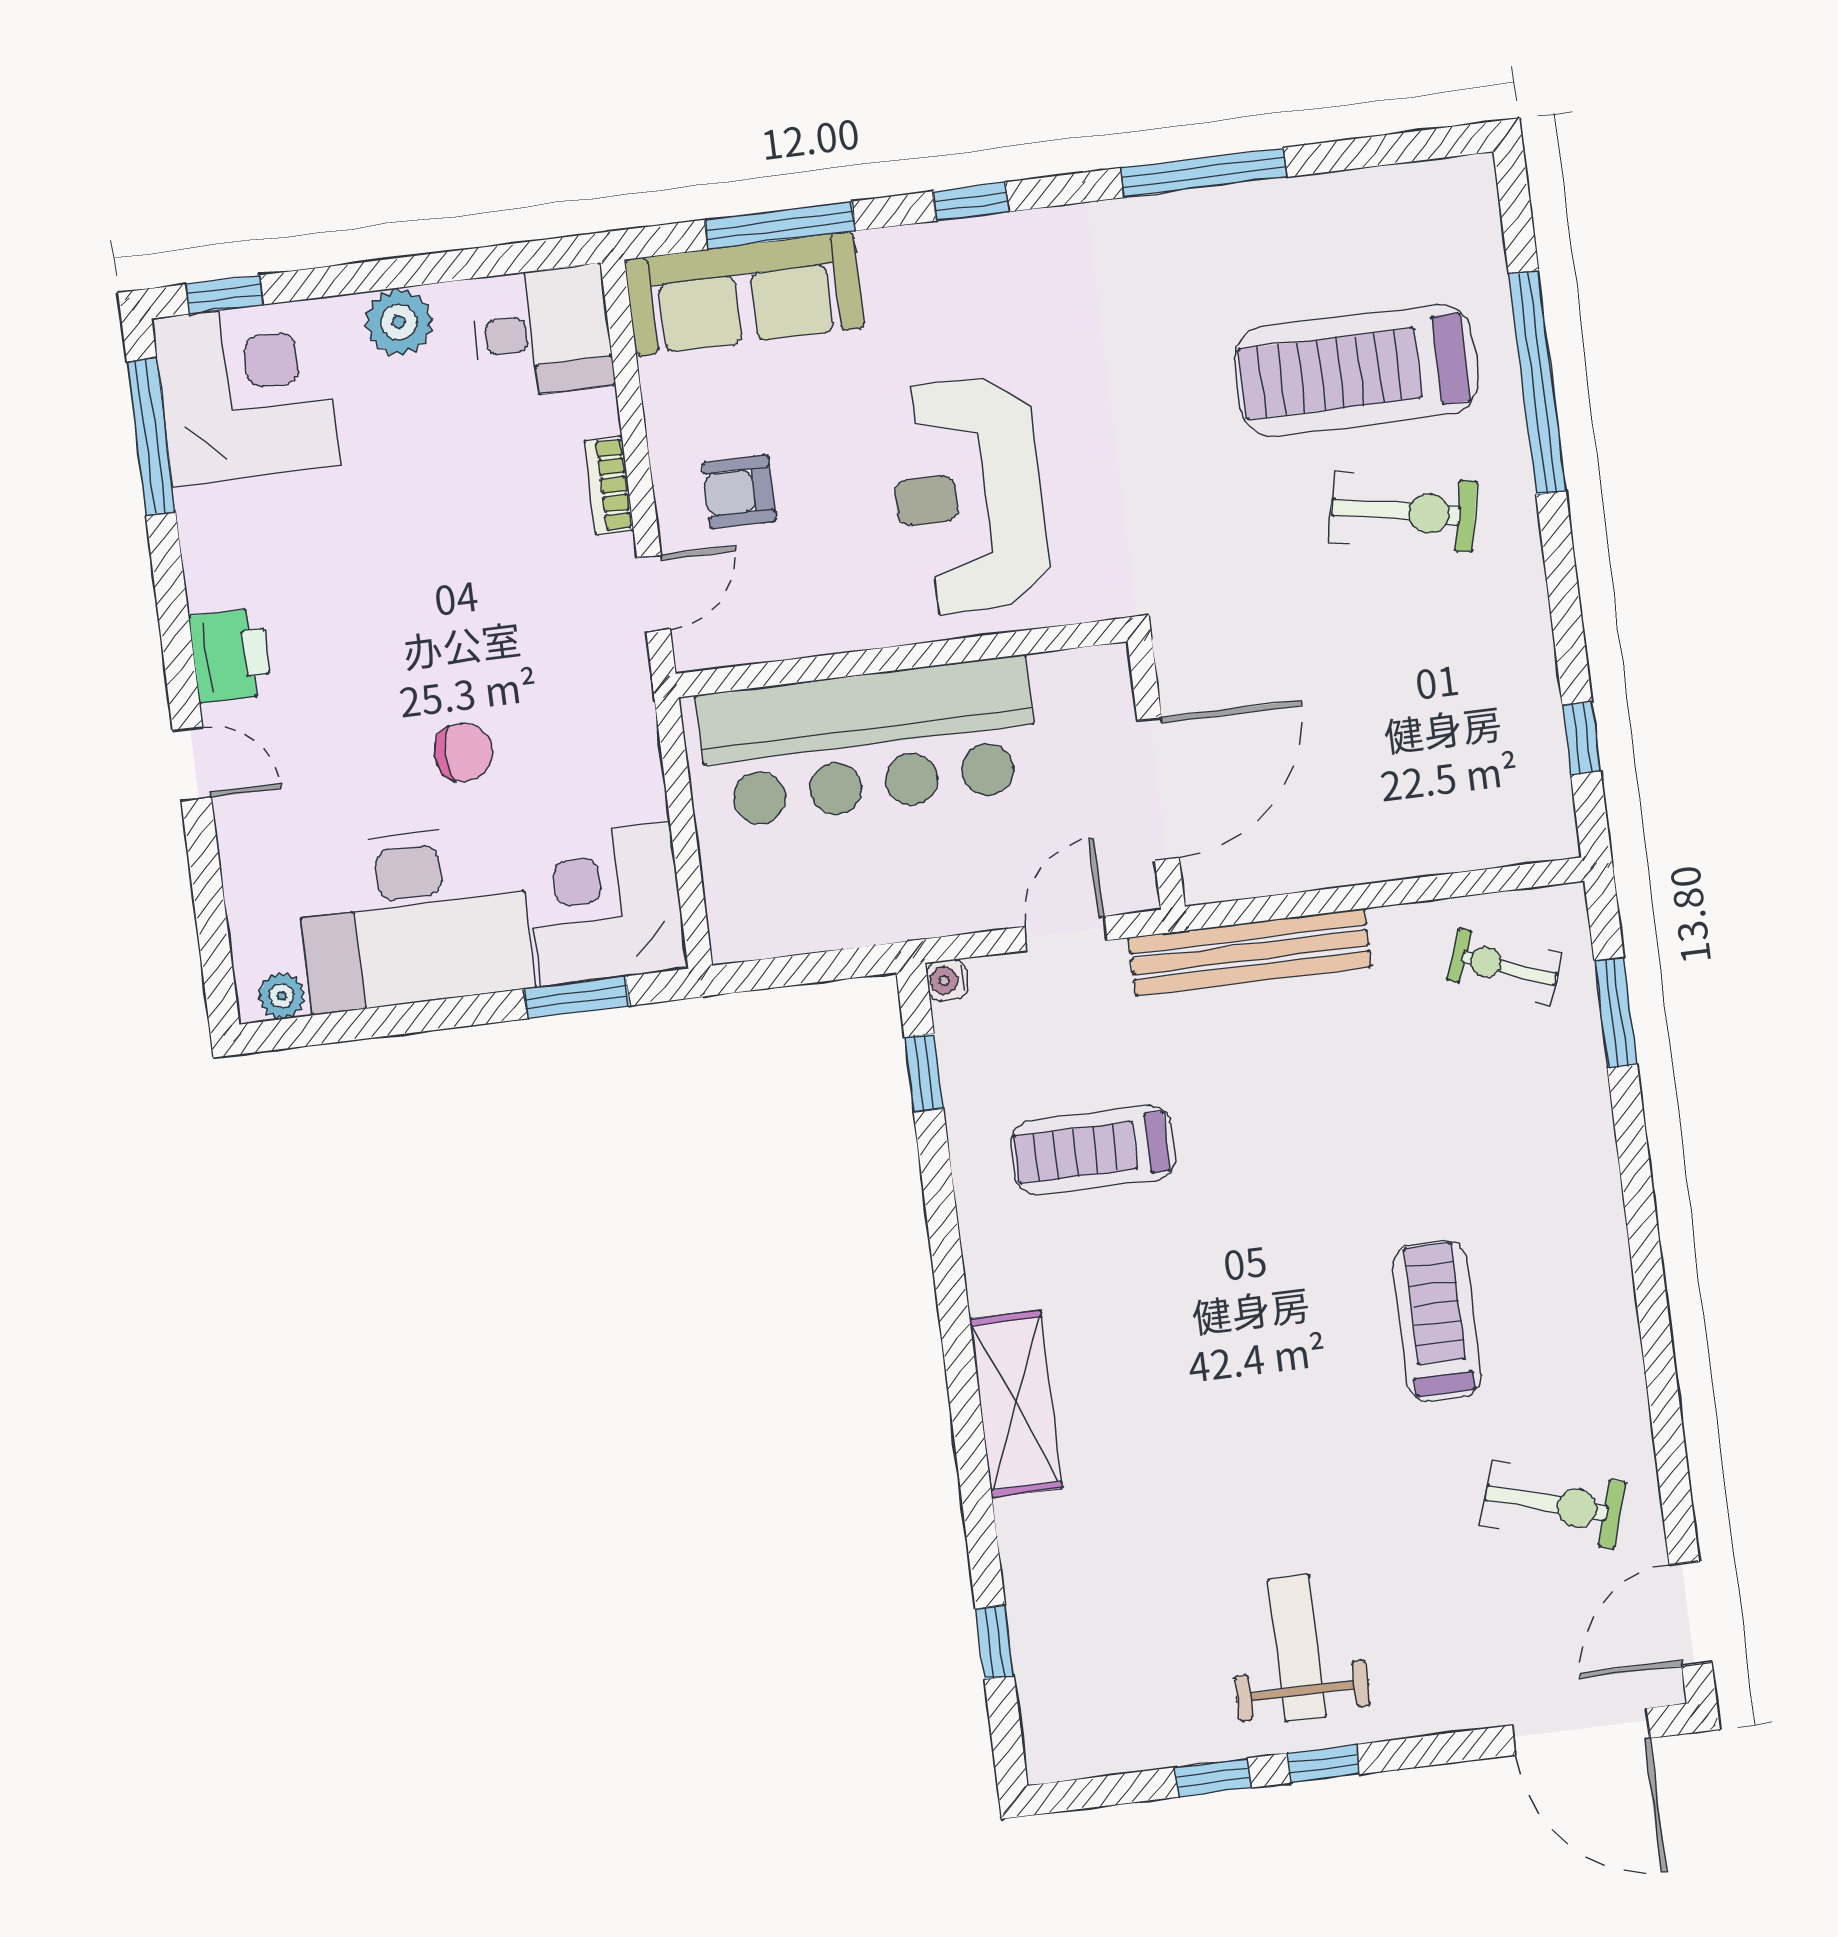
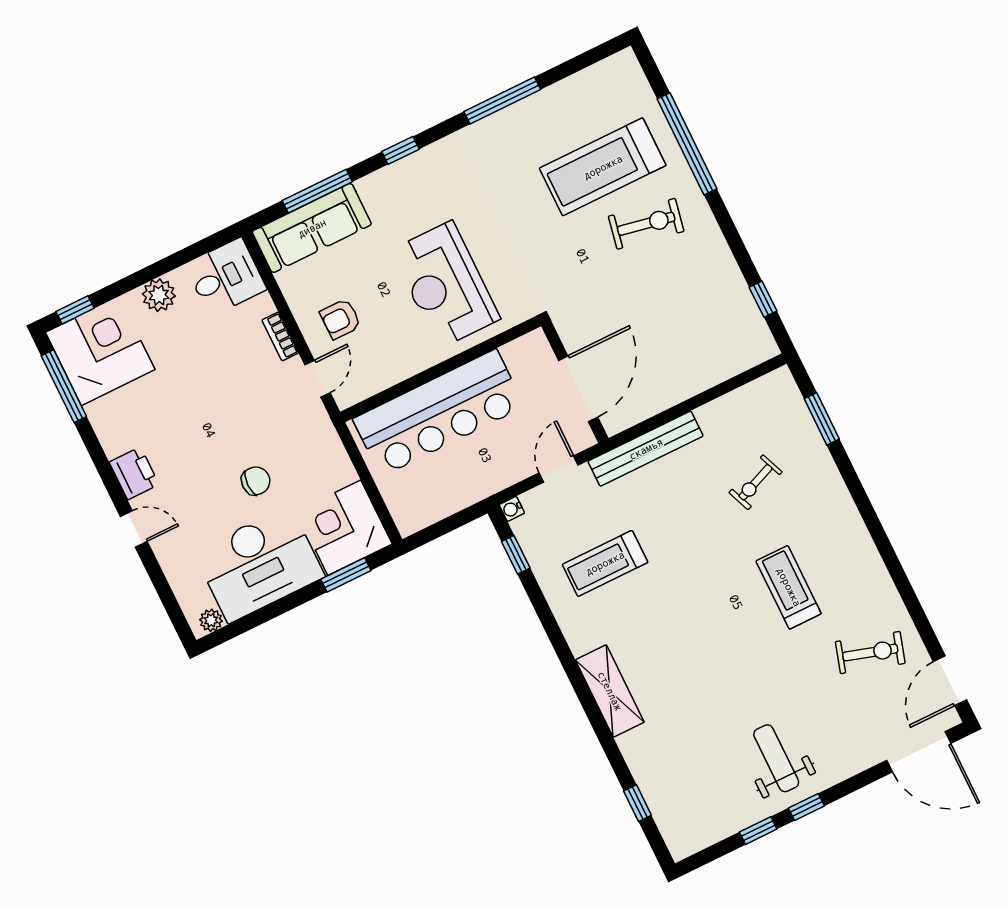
exercise bike: (1504, 967) -> (756, 482), moved, turned -43

